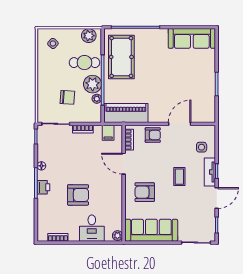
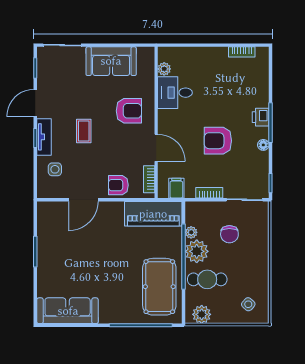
chair: (67, 97) -> (229, 234), turned -94
armchair: (78, 195) -> (218, 141), moved
desk: (92, 228) -> (175, 93), moved, turned -90
sofa: (151, 230) -> (111, 61), width x0.73
plant: (117, 236) -> (164, 69), moved

